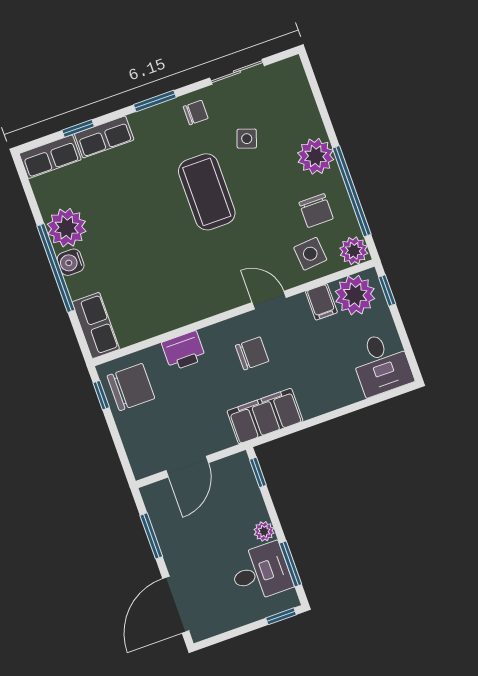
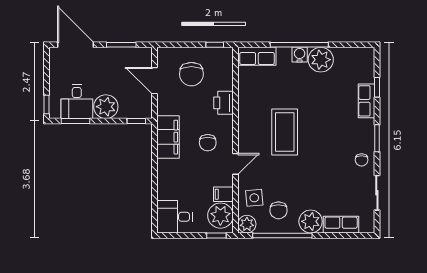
side table: (247, 139) -> (335, 185), removed
row of seats: (50, 157) -> (341, 225), moved, turned 90
coffee table: (207, 192) -> (285, 132), moved, turned 90
chair: (316, 211) -> (278, 210), turned -90
chair: (131, 387) -> (191, 74), moved
plant: (264, 531) -> (106, 107), width x1.88, depth x1.88

